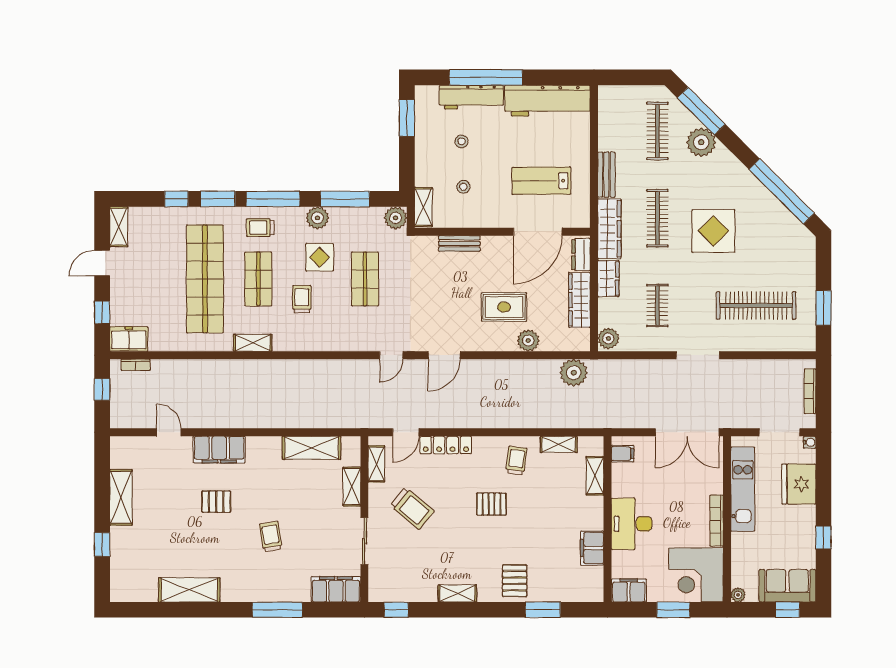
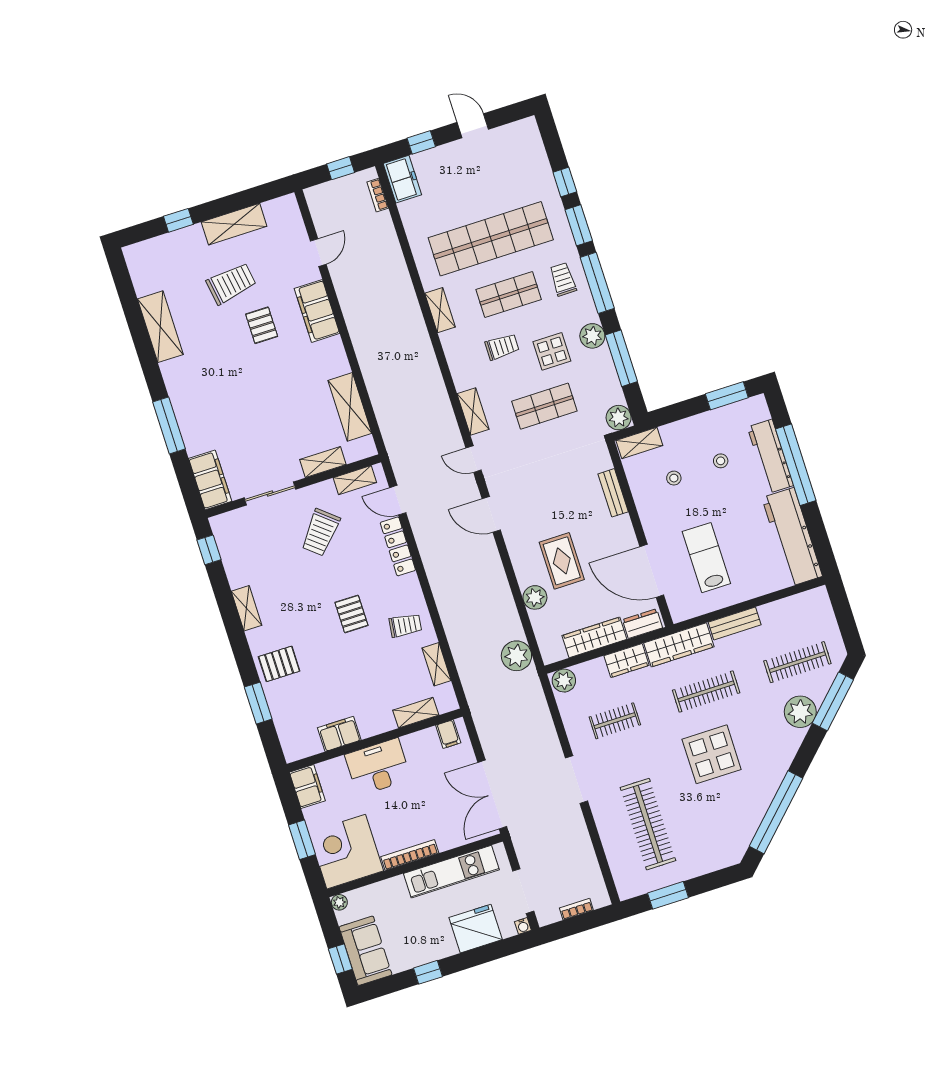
shelving: (119, 227) -> (473, 411), moved, turned 90
bookcase: (810, 391) -> (576, 909), width x0.64
trolley: (271, 537) -> (231, 283), moved, width x1.36, depth x1.39

